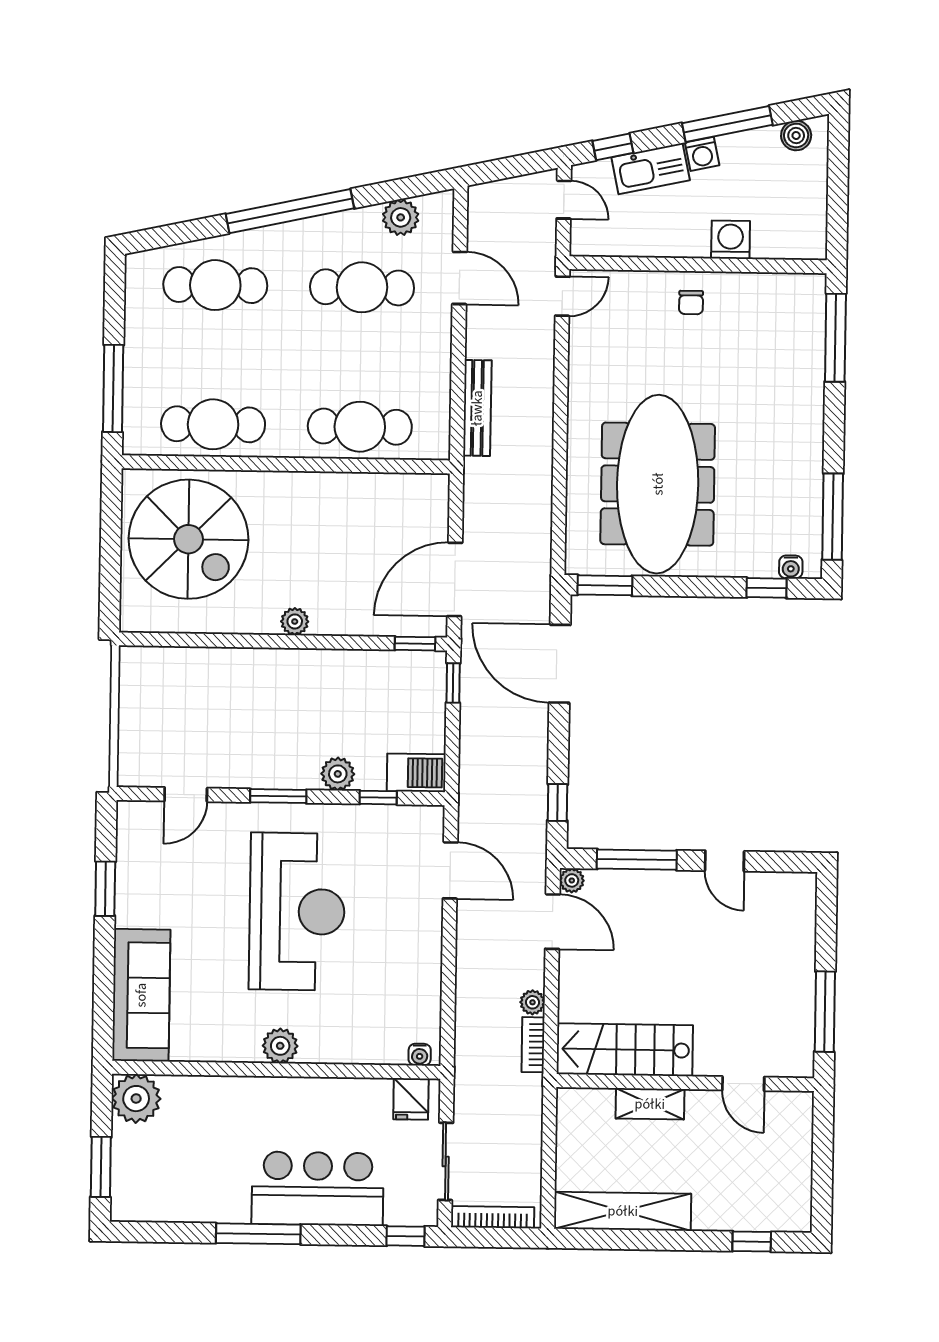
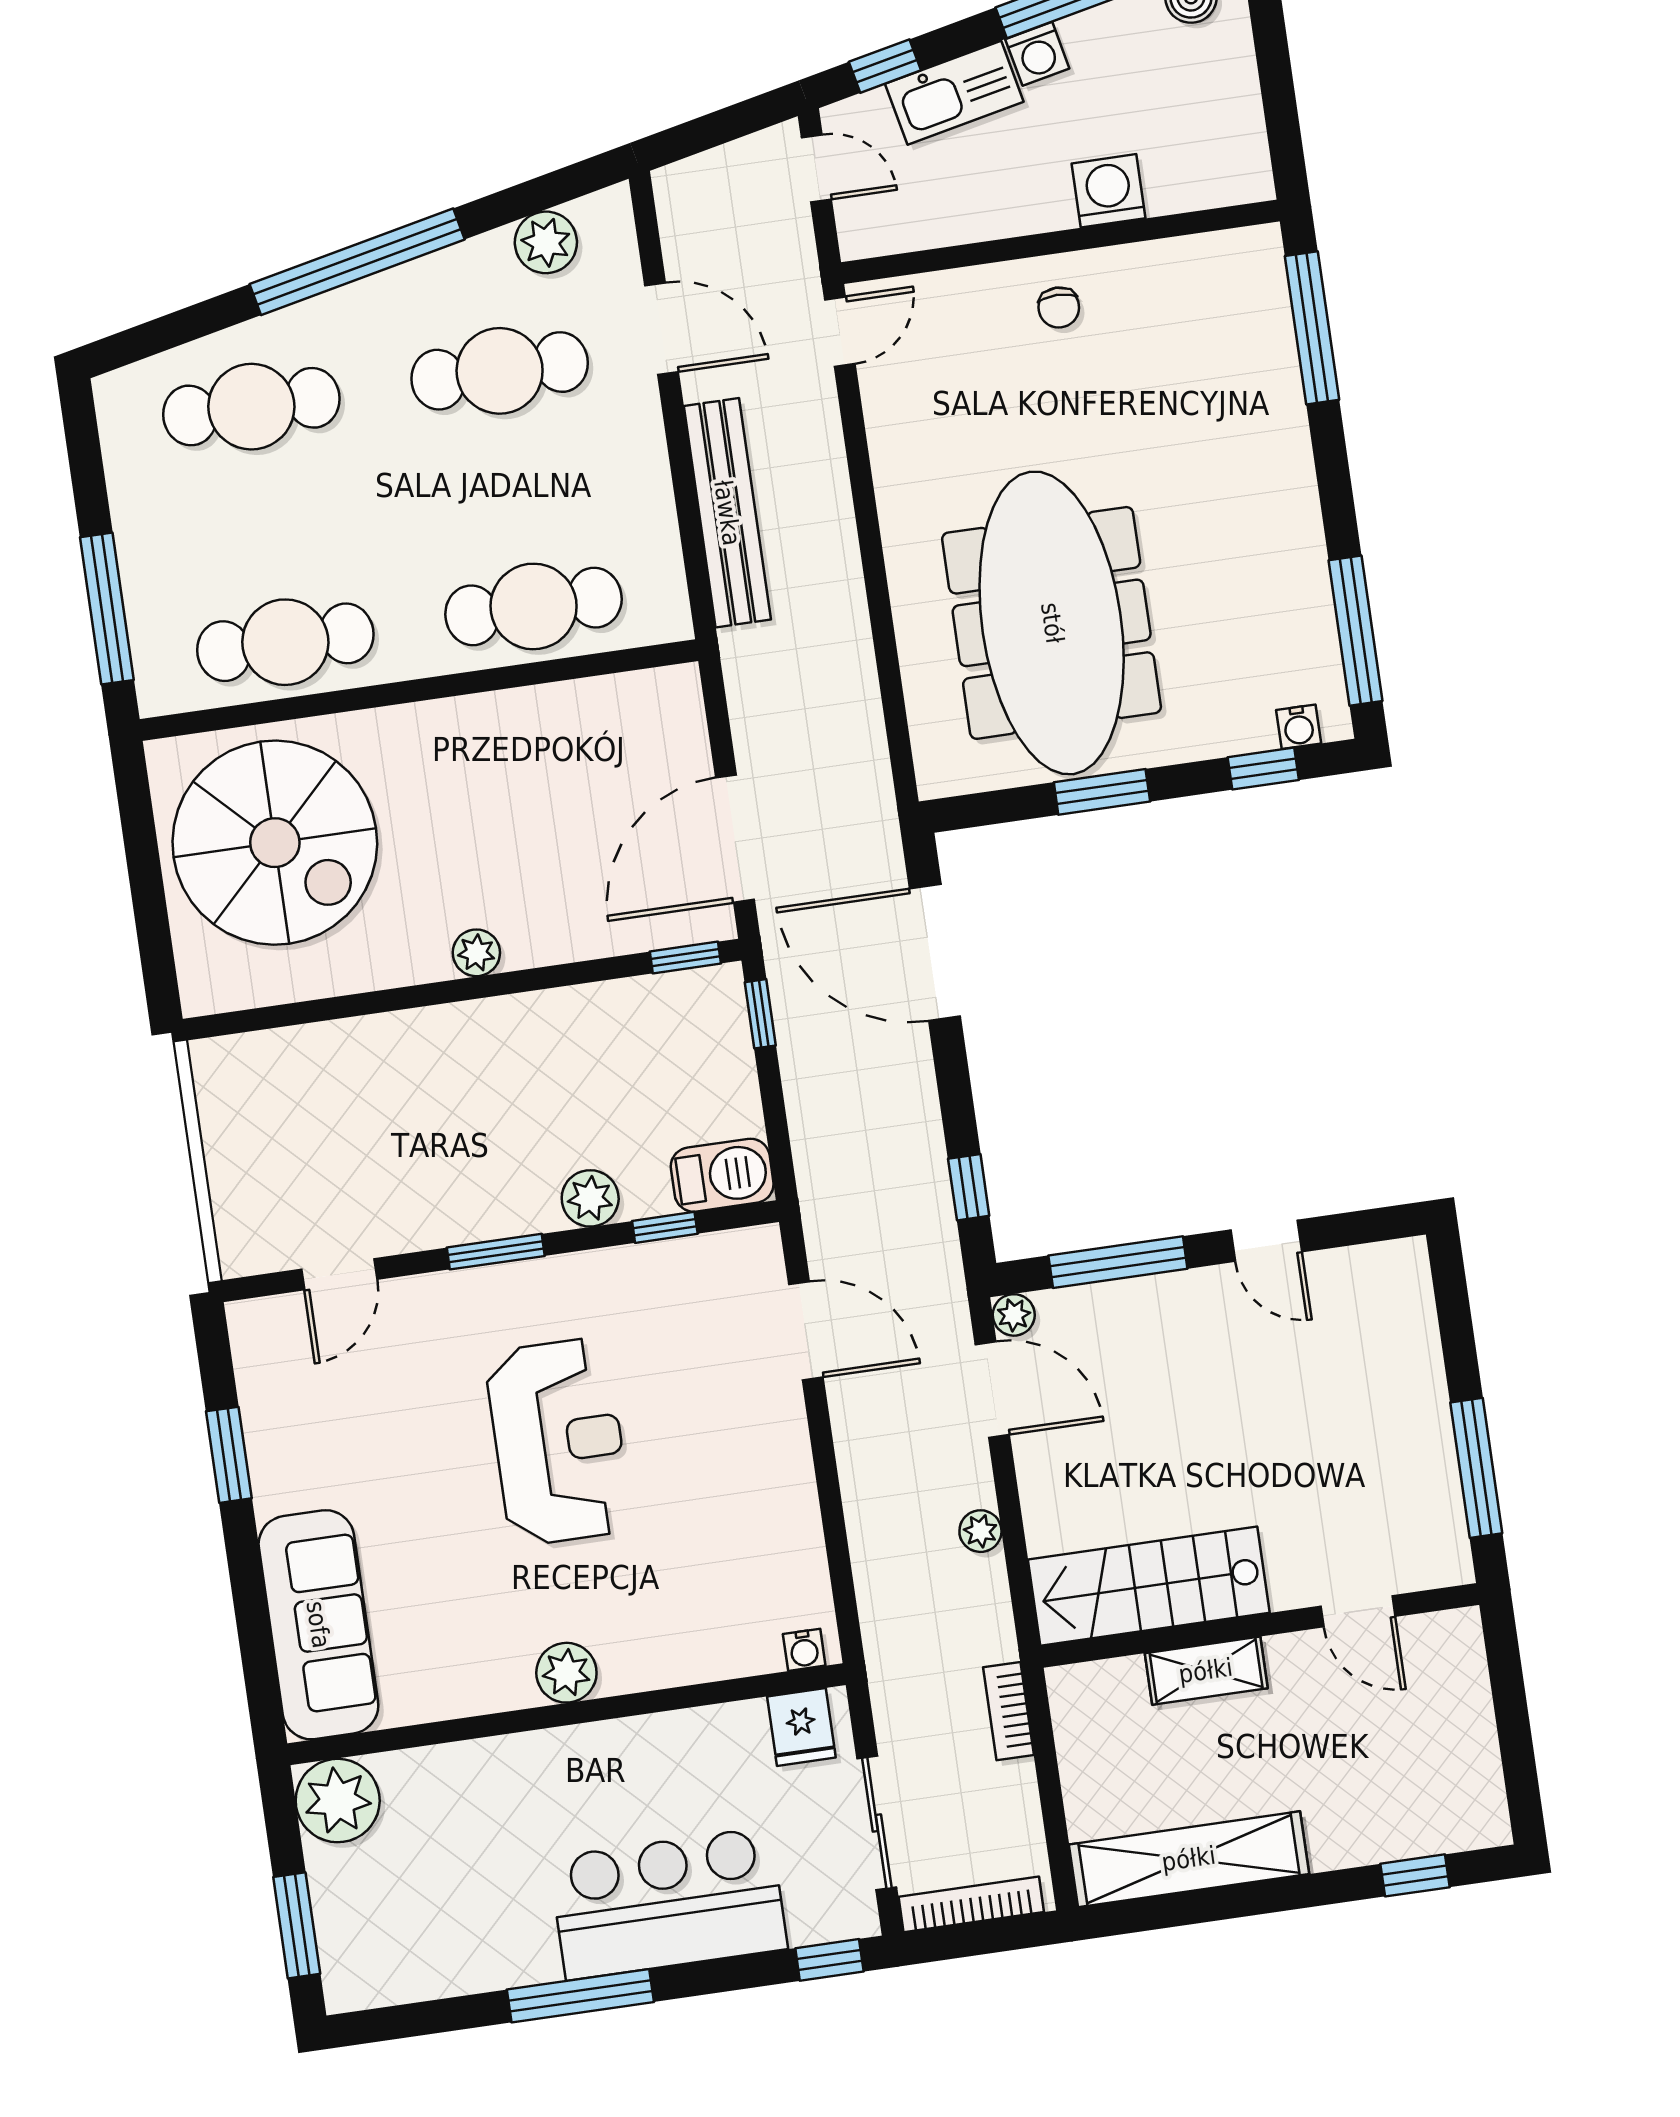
bench: (477, 408) -> (727, 513), width x1.37, depth x1.21
window: (605, 585) -> (1102, 792), moved
reception desk: (297, 912) -> (559, 1442), width x0.74, depth x0.77
bookcase: (533, 1045) -> (1009, 1711), moved

